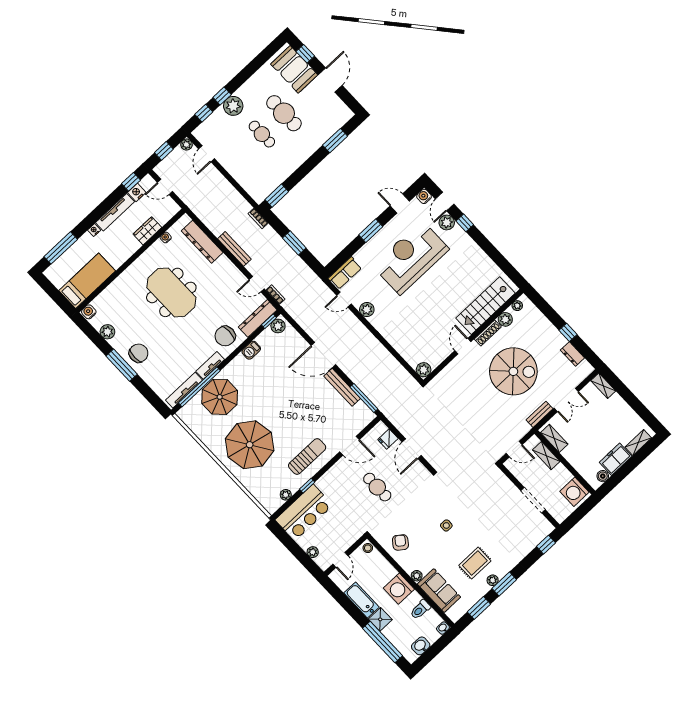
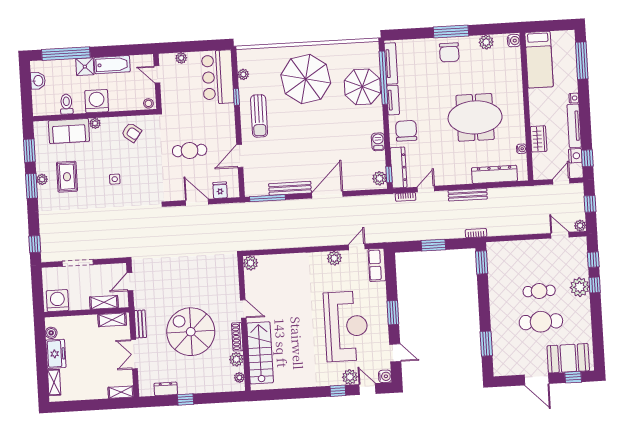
door: (400, 204) -> (395, 353), hinge flipped
spiral stairs: (513, 371) -> (191, 332), turned 90
washbasin: (443, 628) -> (37, 110), removed

